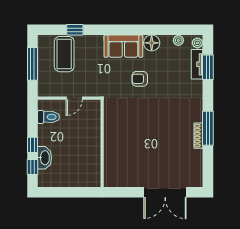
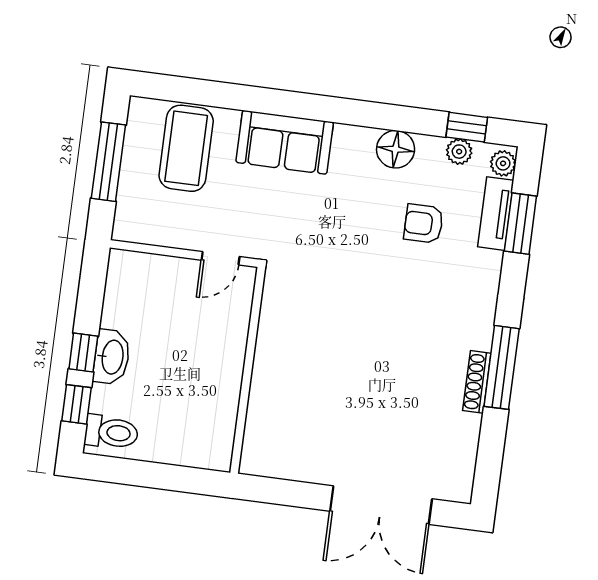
window: (75, 30) -> (467, 127), moved
sofa: (123, 46) -> (285, 142), moved
armchair: (140, 79) -> (424, 224), moved
door: (74, 98) -> (221, 258), moved
toilet: (49, 117) -> (111, 432), moved
washbasin: (45, 158) -> (112, 357), moved

